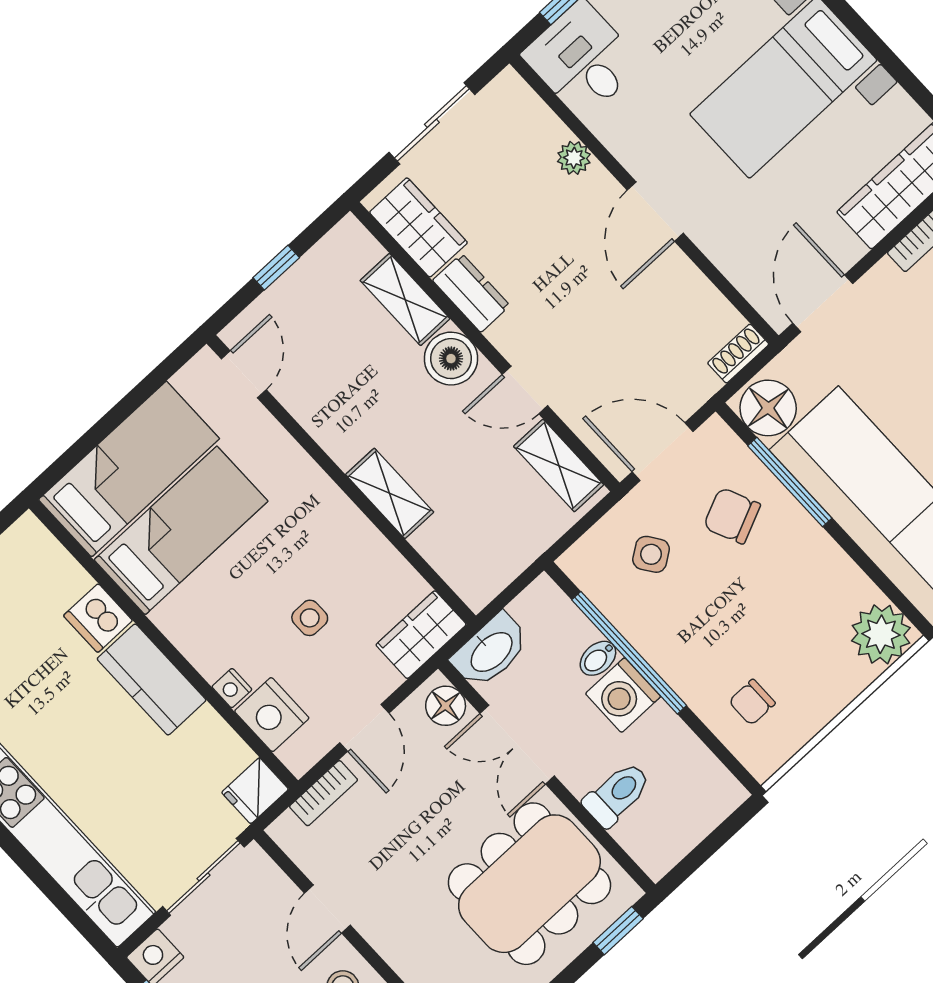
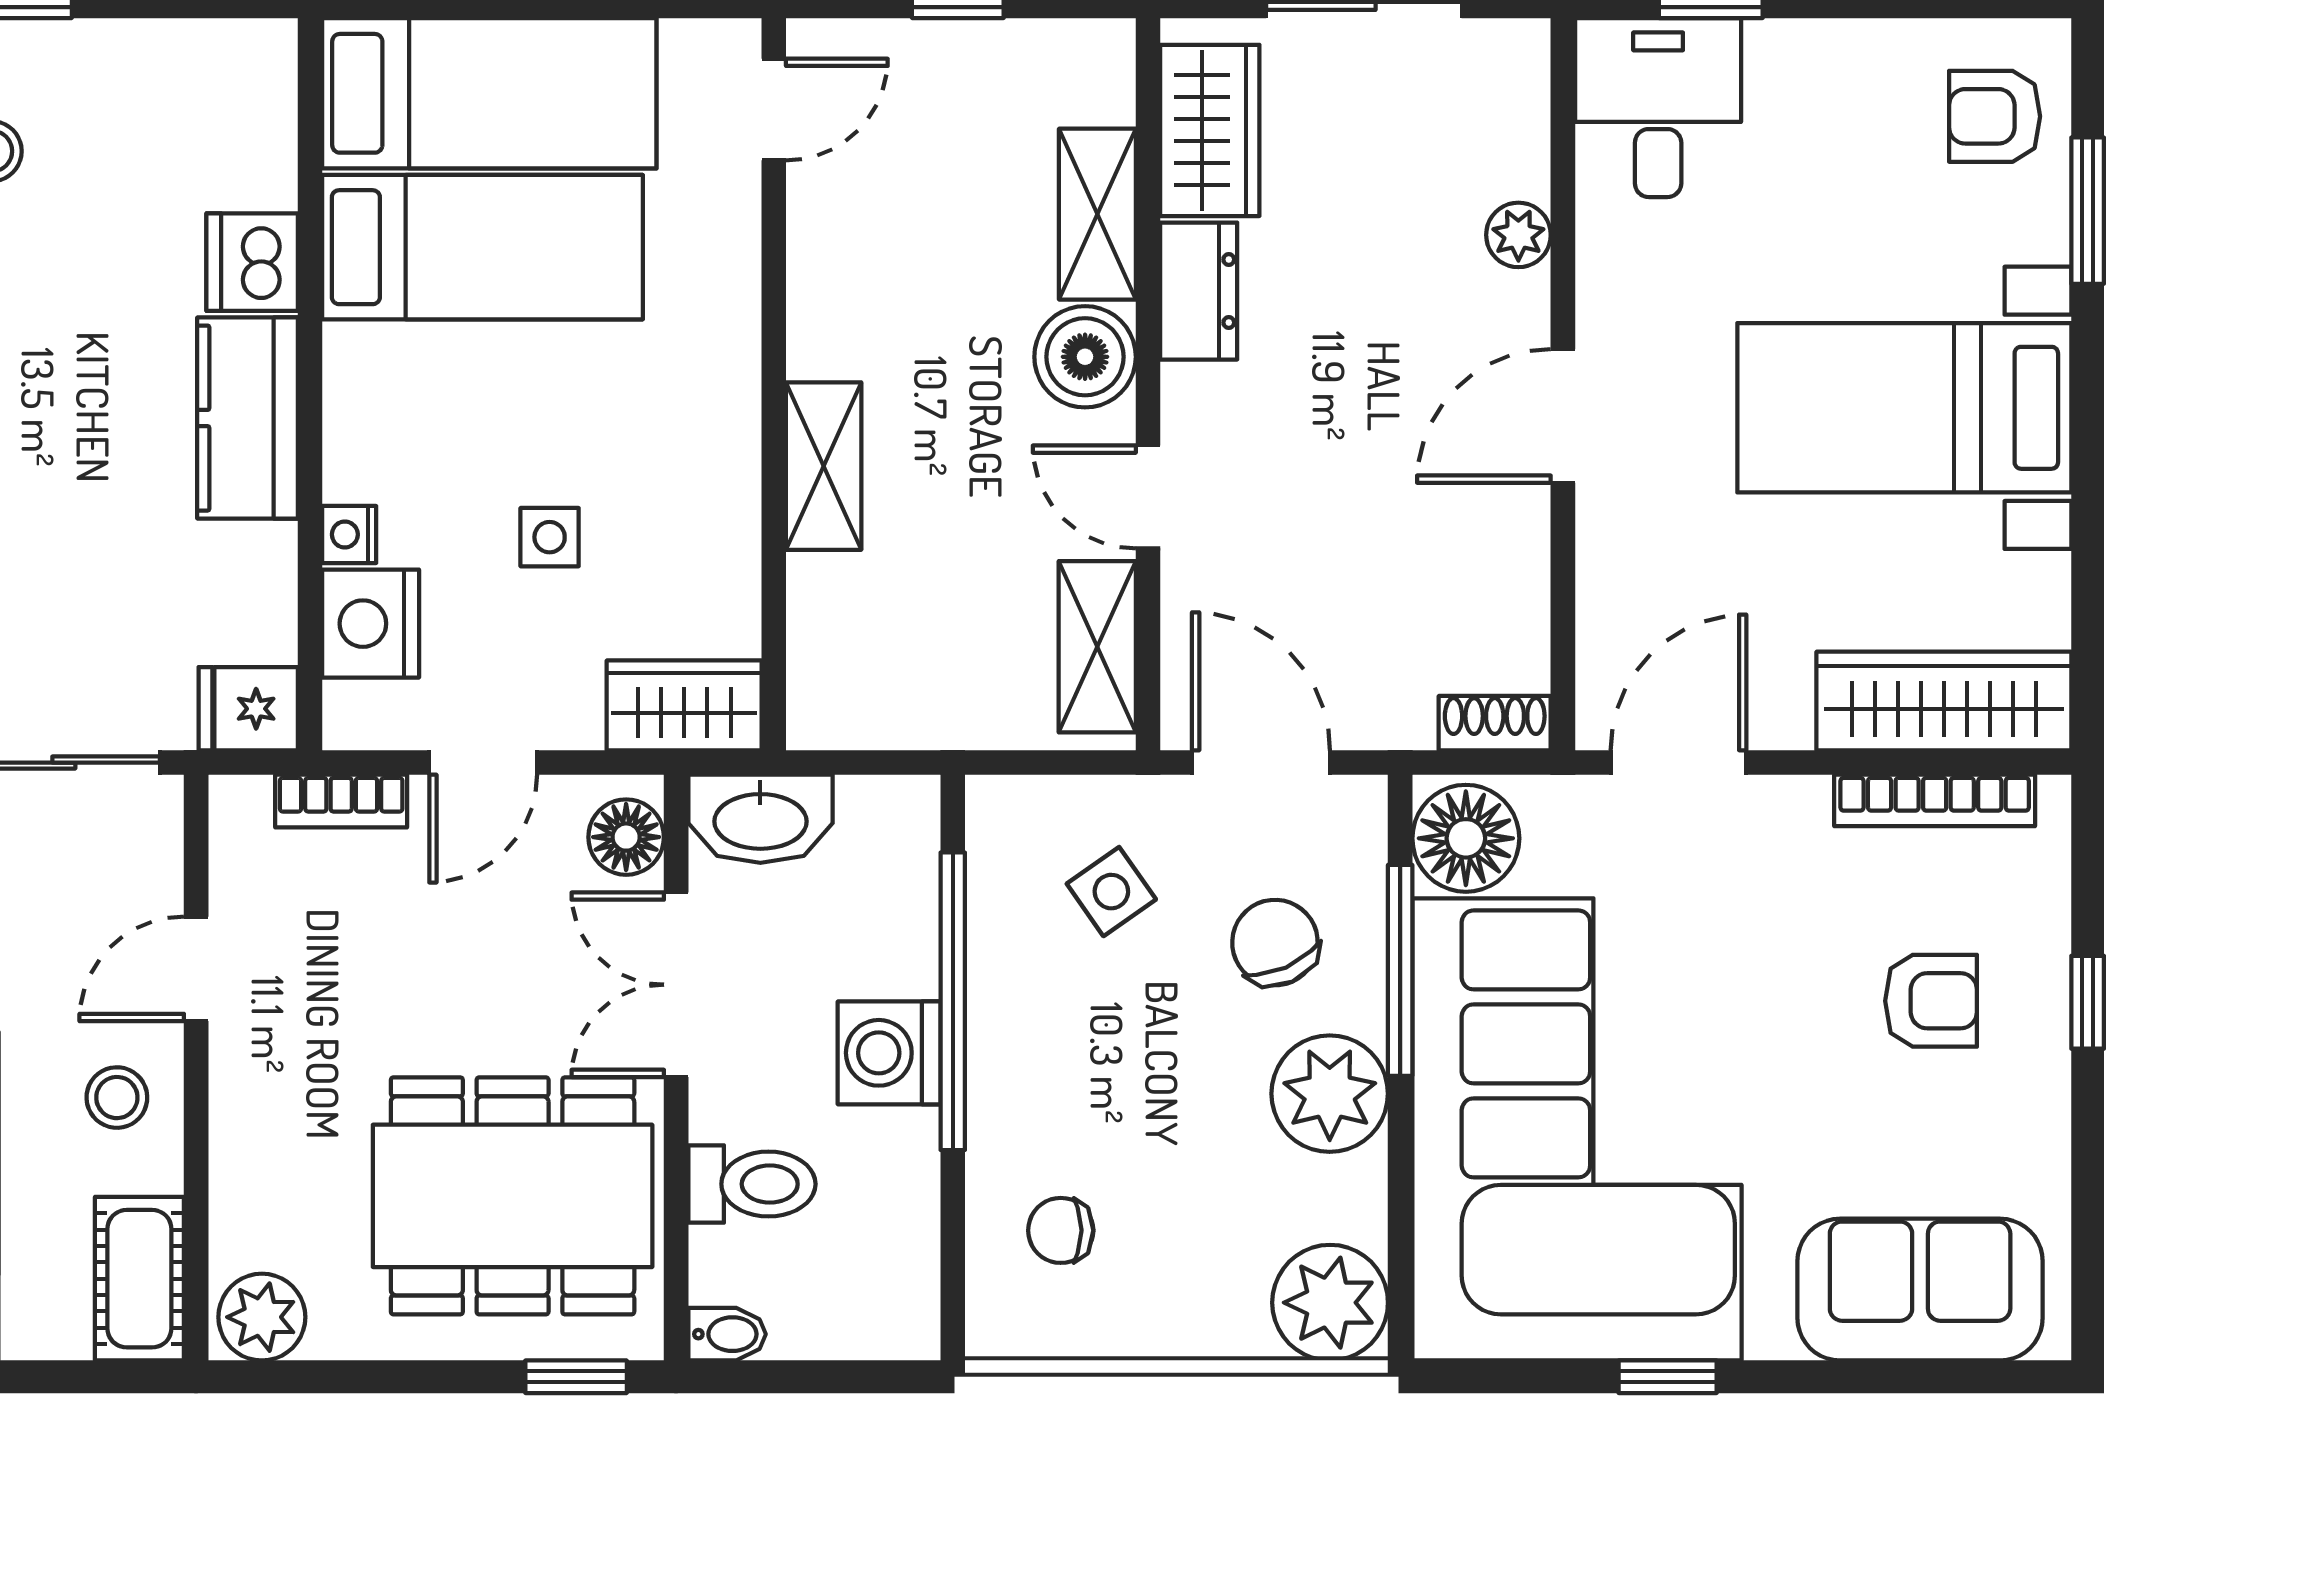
plant: (807, 554) -> (1330, 1094), added
bidet: (598, 658) -> (727, 1334), moved, turned 180

